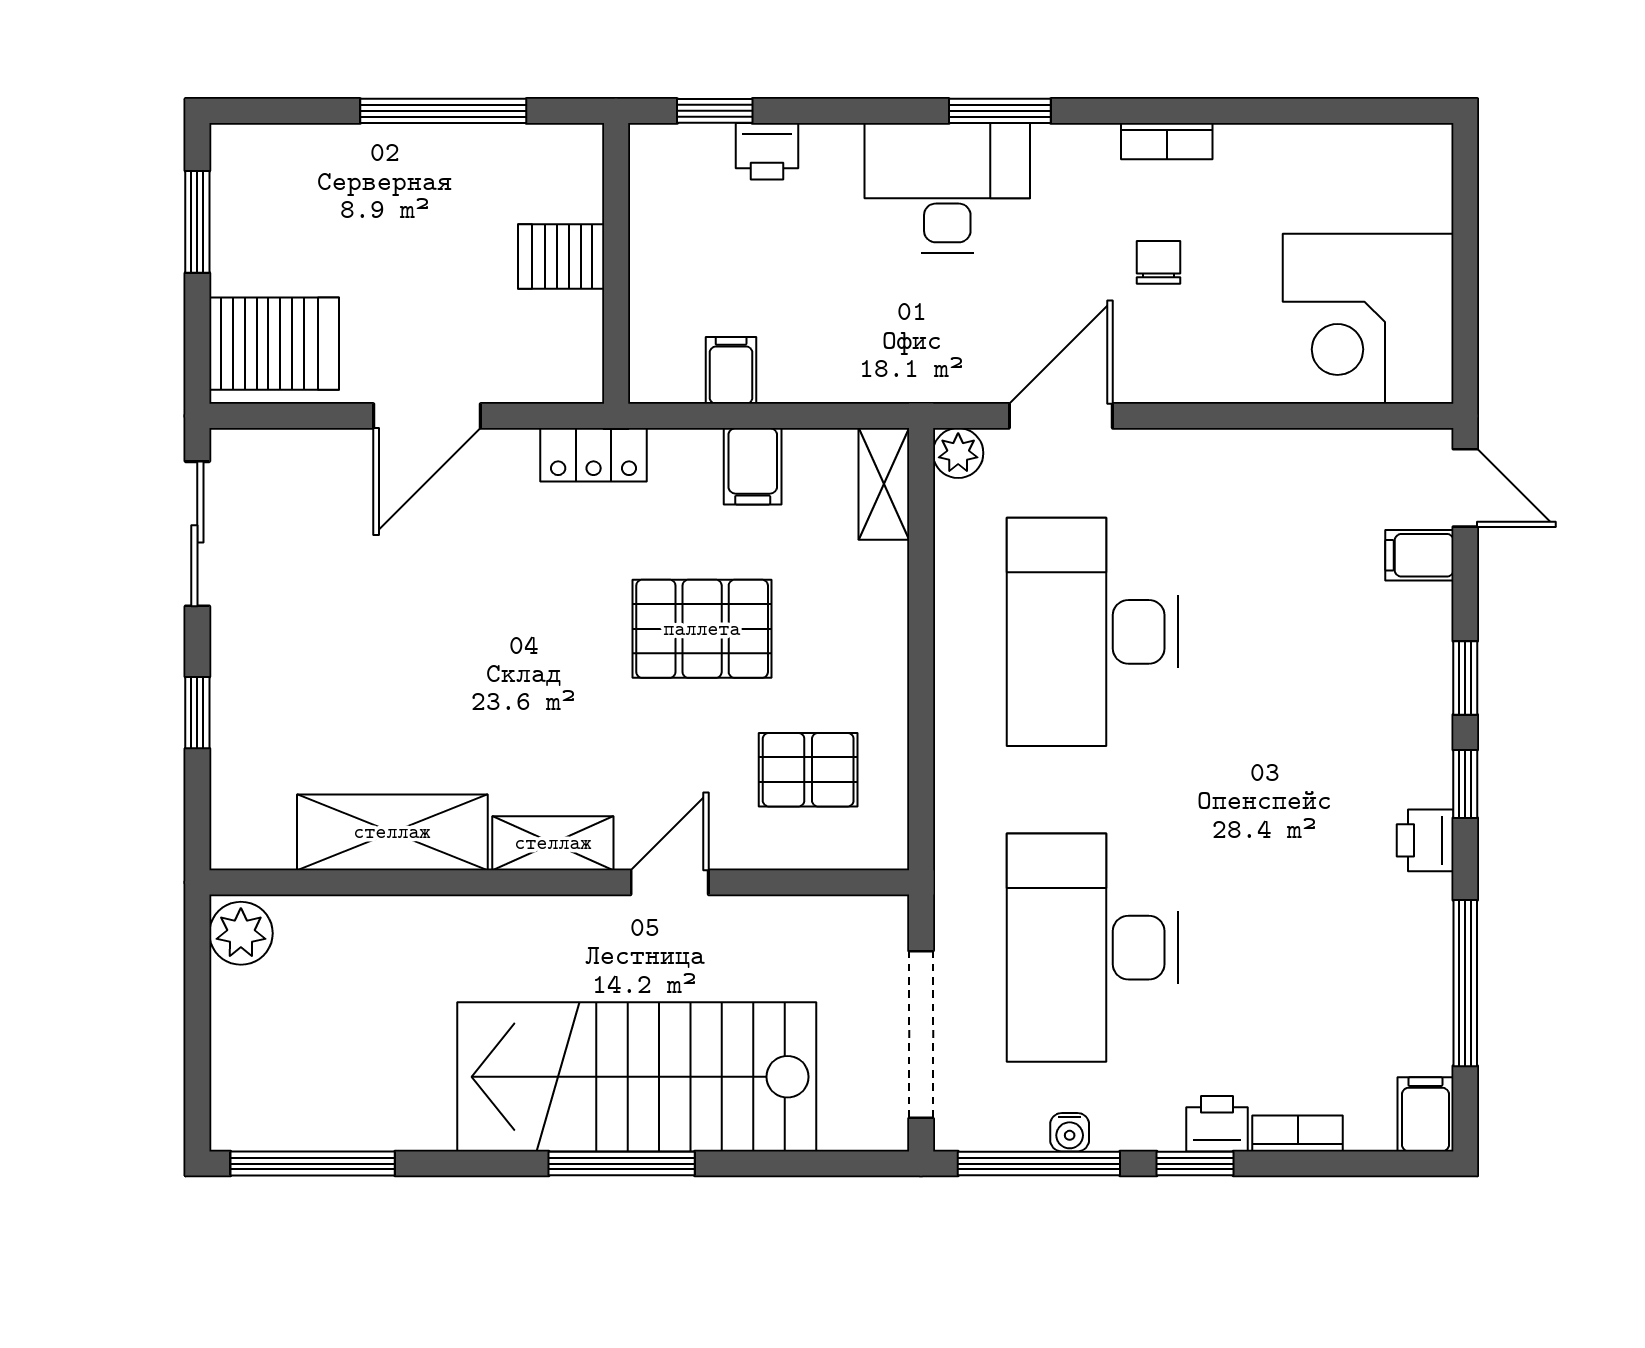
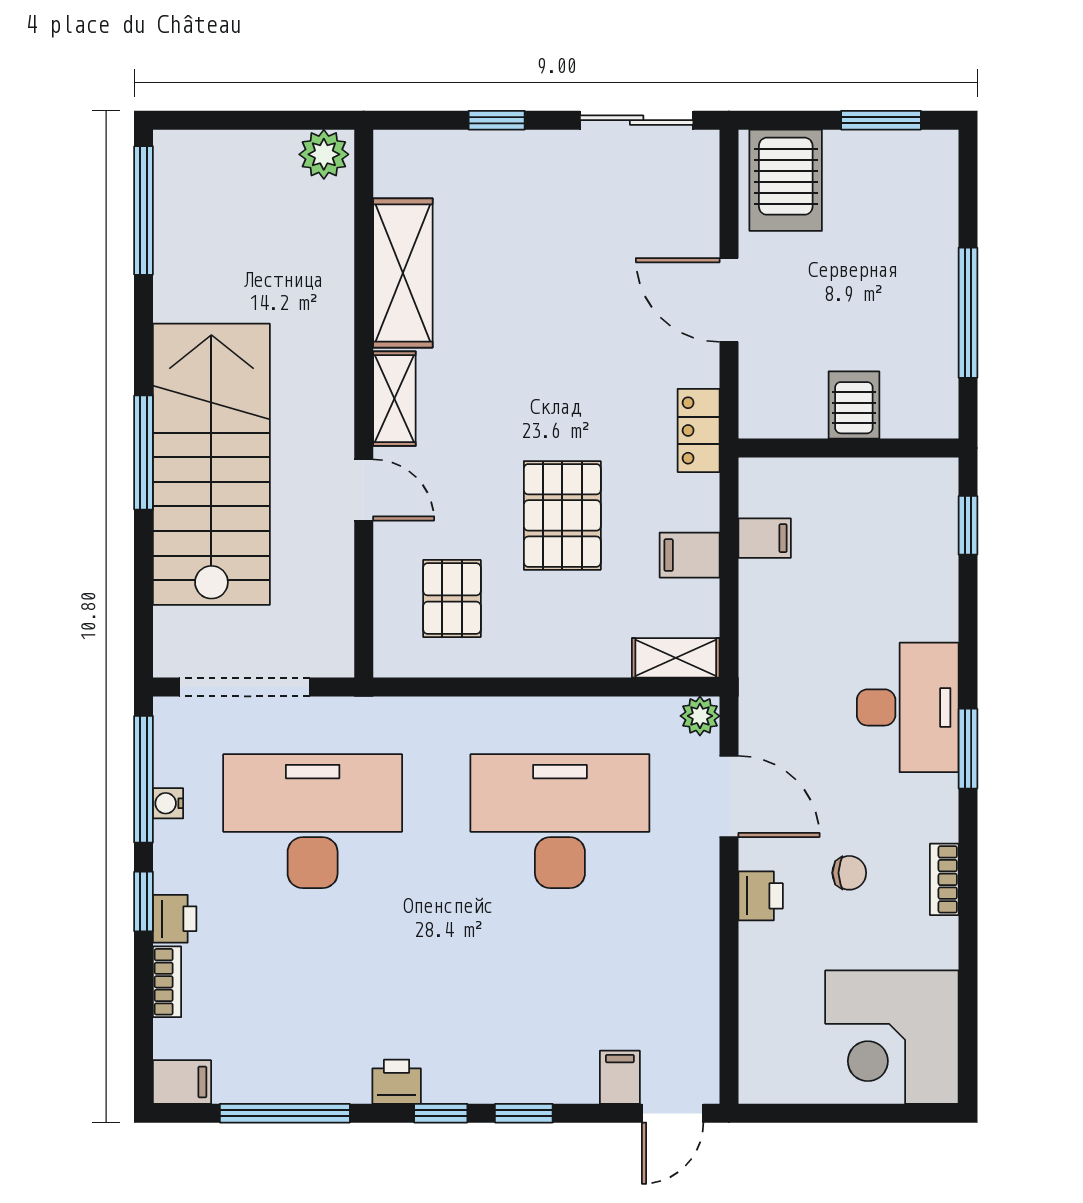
printer: (767, 151) -> (761, 896), moved, turned 180
corner desk: (1368, 319) -> (892, 1037), moved, turned -90

